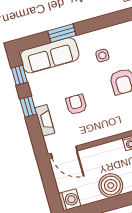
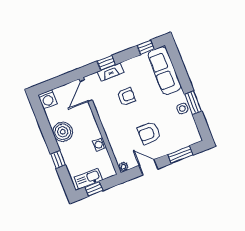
window: (62, 33) -> (193, 103), moved
side table: (102, 55) -> (182, 108), moved
window: (28, 107) -> (106, 63), moved

